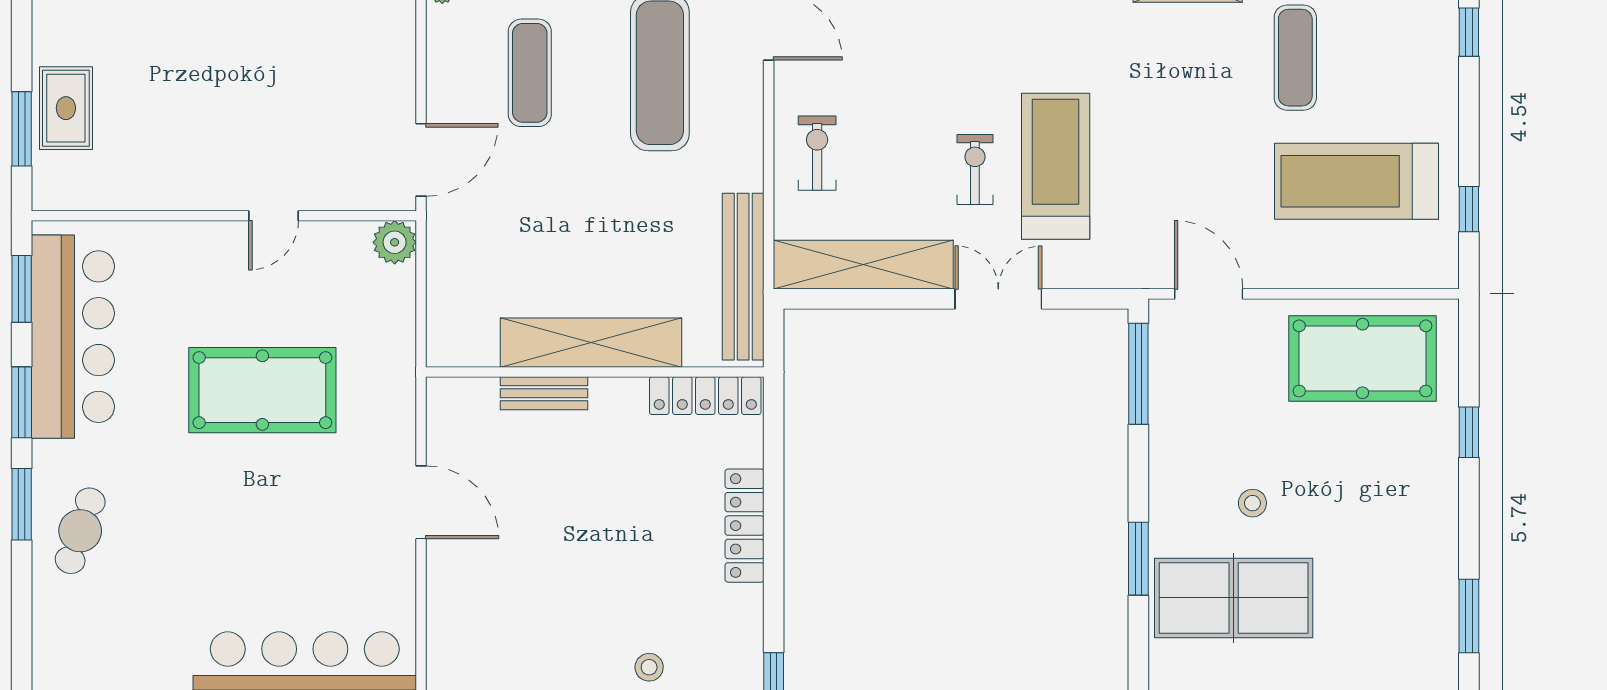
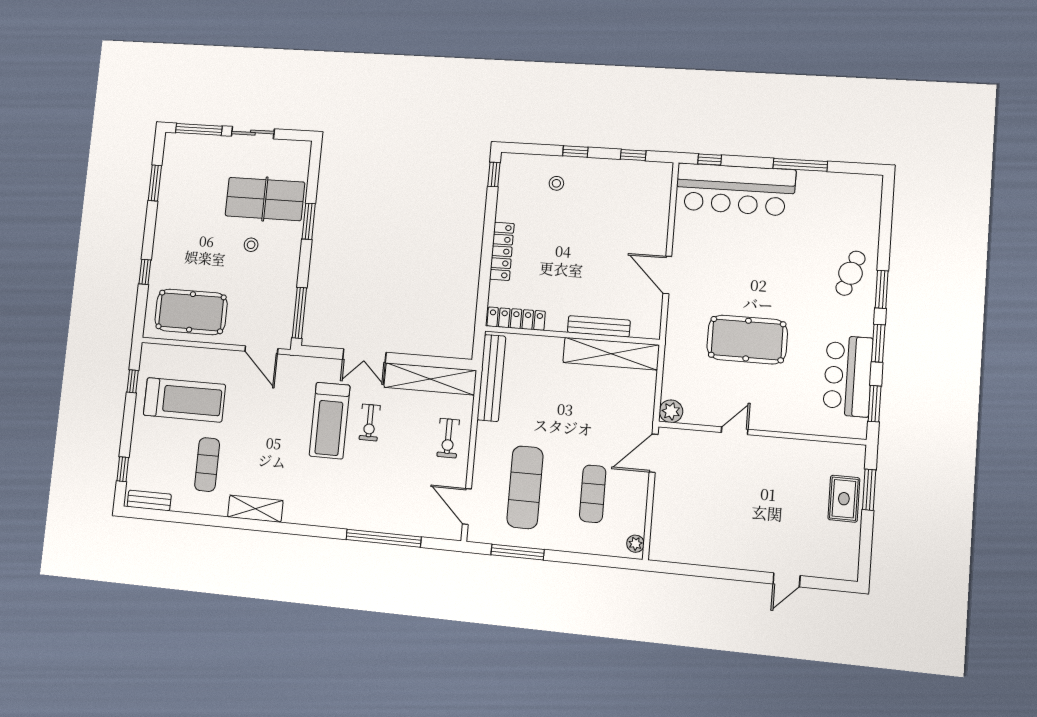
bar counter: (73, 337) -> (848, 376), width x0.73
shelving: (591, 343) -> (611, 354), moved
bench: (544, 393) -> (599, 326), width x1.36

